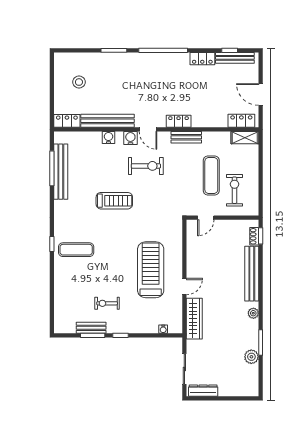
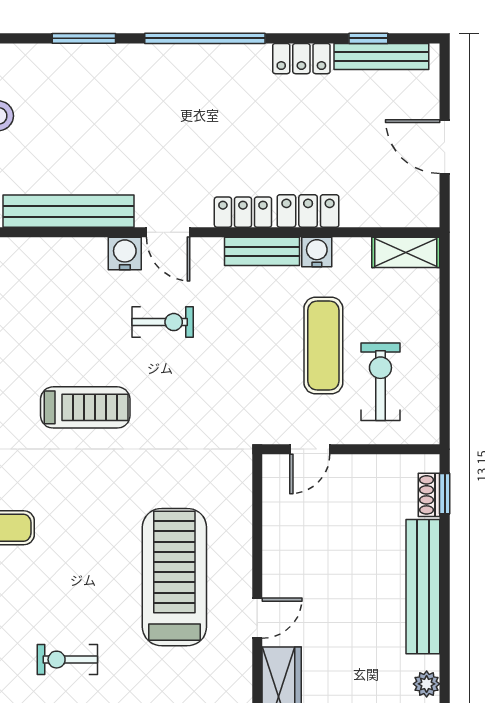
locker: (241, 121) -> (308, 211), moved
water cooler: (108, 137) -> (317, 252), moved
exercise bike: (146, 166) -> (163, 322), width x0.73, depth x0.72

